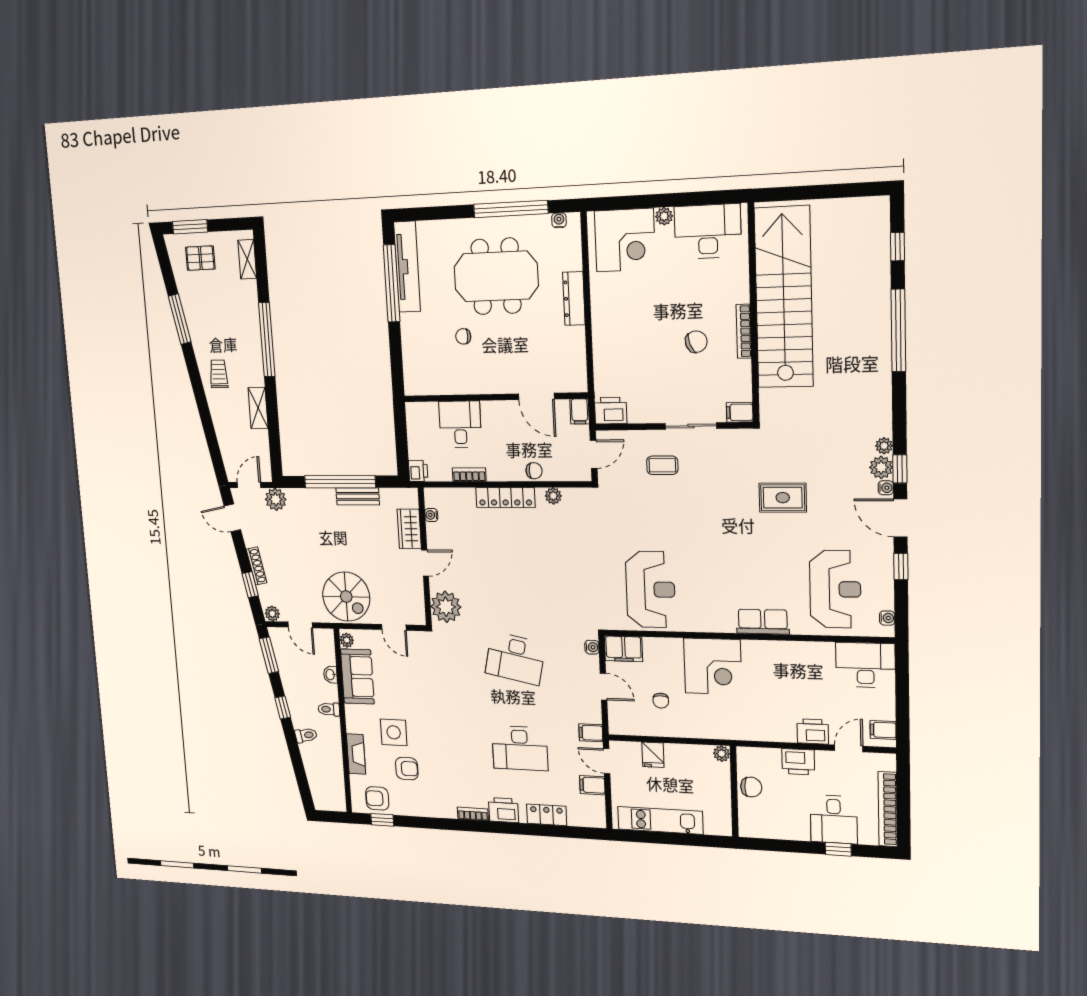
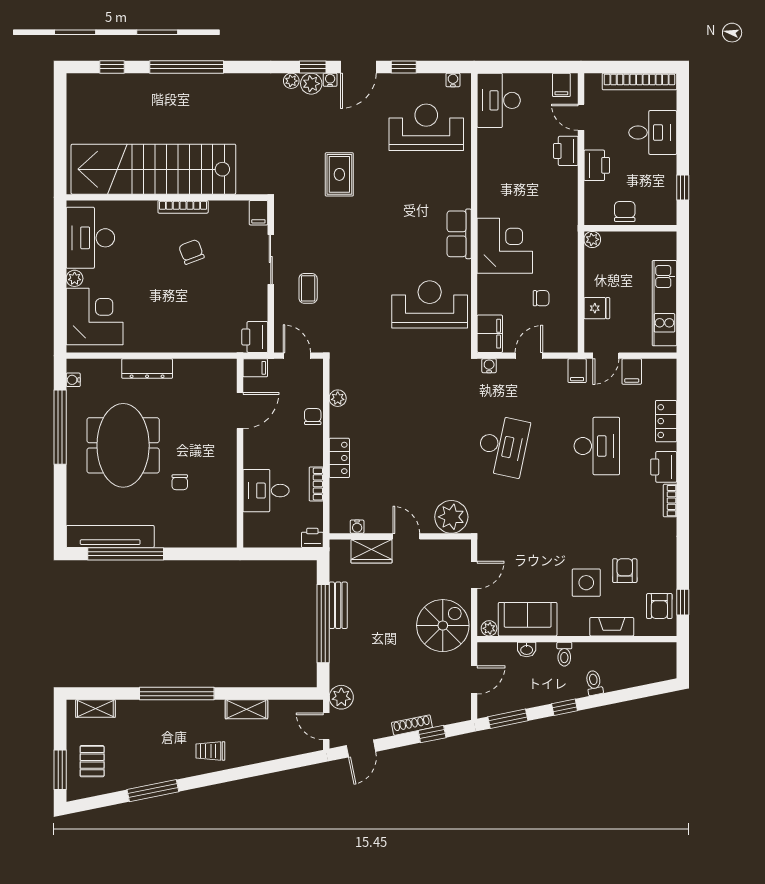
locker: (505, 498) -> (339, 458), width x0.66
plant: (272, 614) -> (463, 711), removed
row of seats: (763, 622) -> (459, 234), moved
window: (838, 849) -> (683, 188), moved

